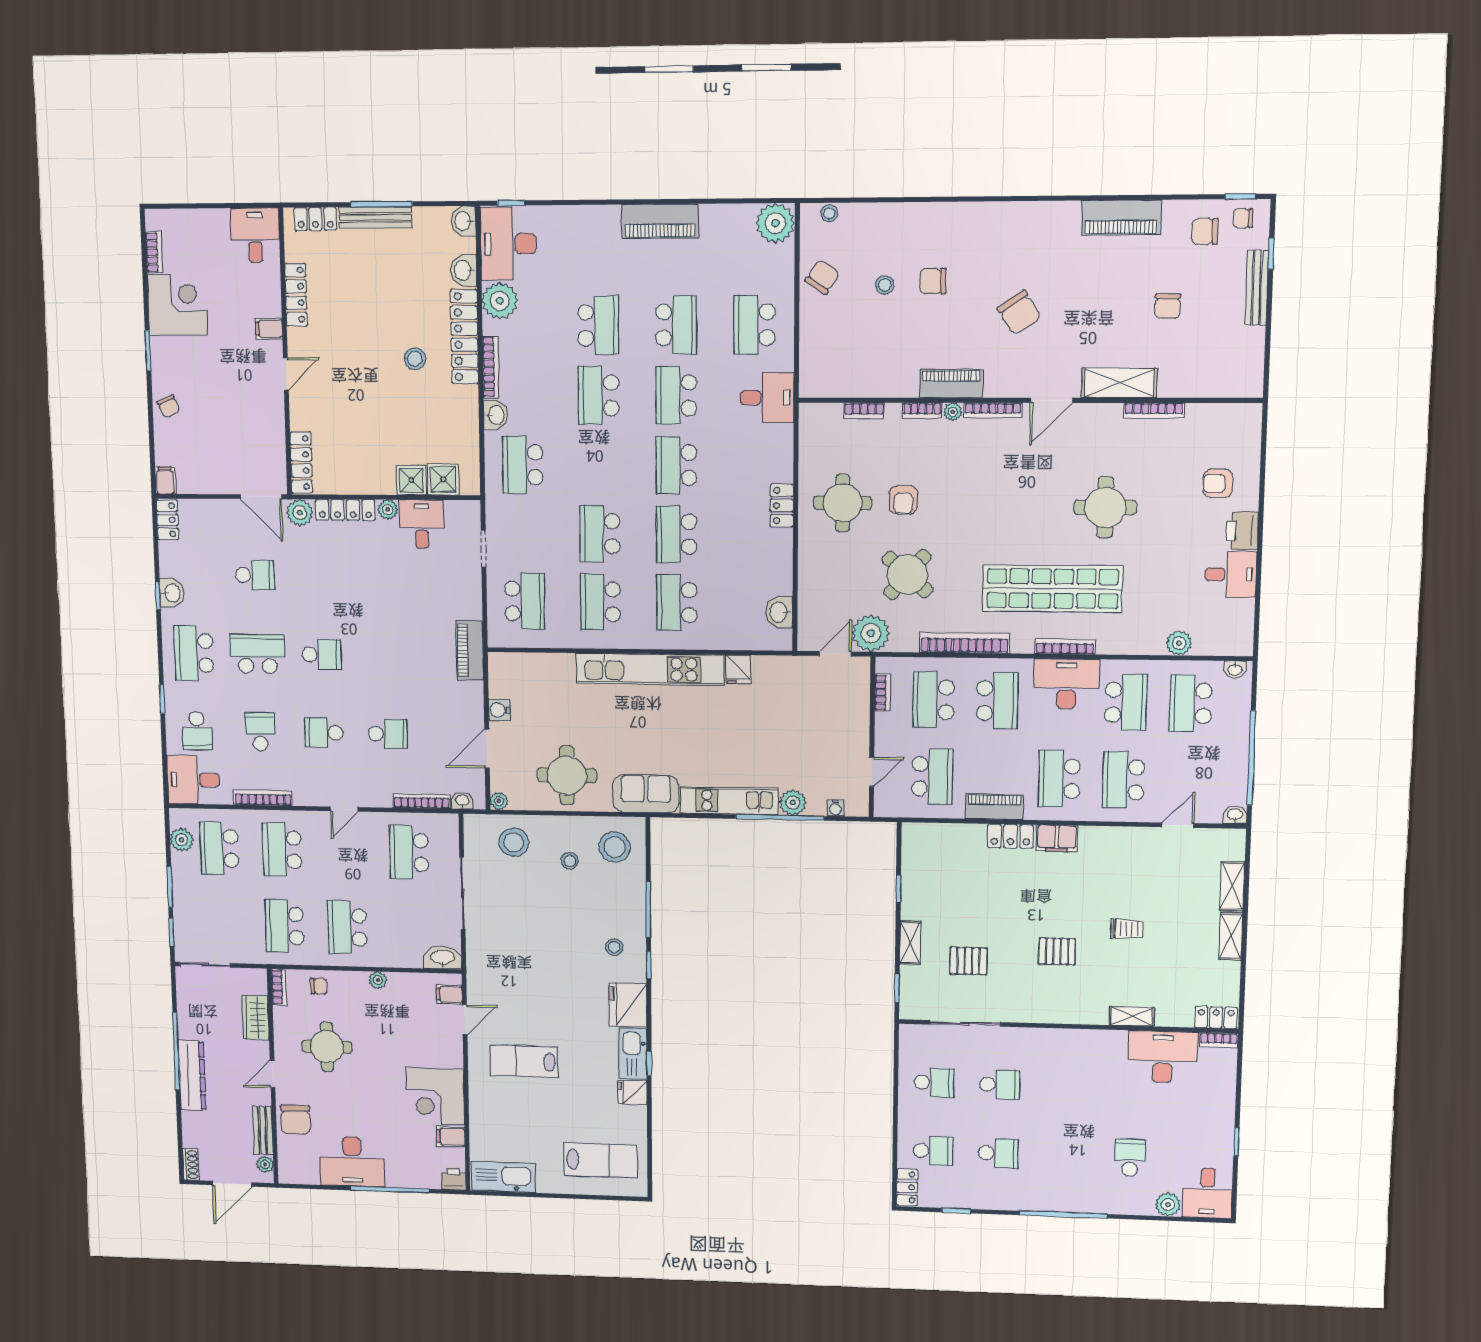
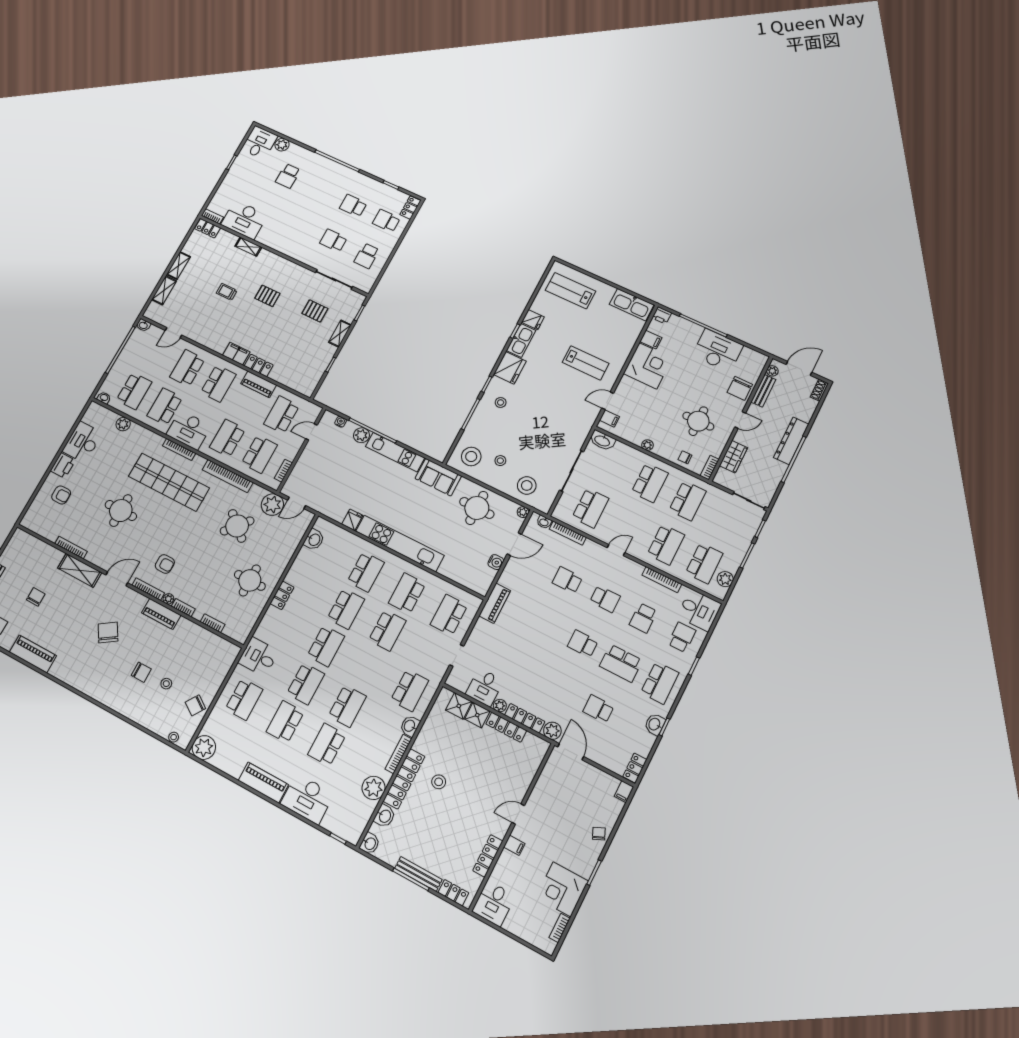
desk: (508, 244) -> (307, 799), moved, turned 90
locker: (301, 463) -> (506, 727), moved, turned -90
armchair: (903, 500) -> (165, 564), moved, turned 90
desk: (1231, 574) -> (82, 442), width x1.37
school desk: (601, 602) -> (407, 593), turned 180
school desk: (1124, 780) -> (187, 368), turned 180
school desk: (934, 1083) -> (367, 256), turned -90
chair: (296, 1120) -> (740, 388), turned 180

